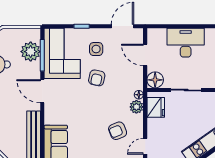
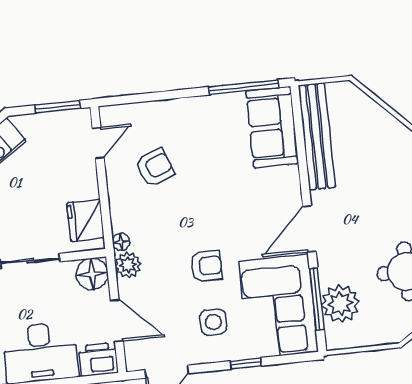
printer: (157, 36) -> (98, 360), added
armchair: (97, 78) -> (206, 266), turned 78
door: (42, 91) -> (309, 229), swing flipped
plant: (136, 107) -> (128, 265), moved

